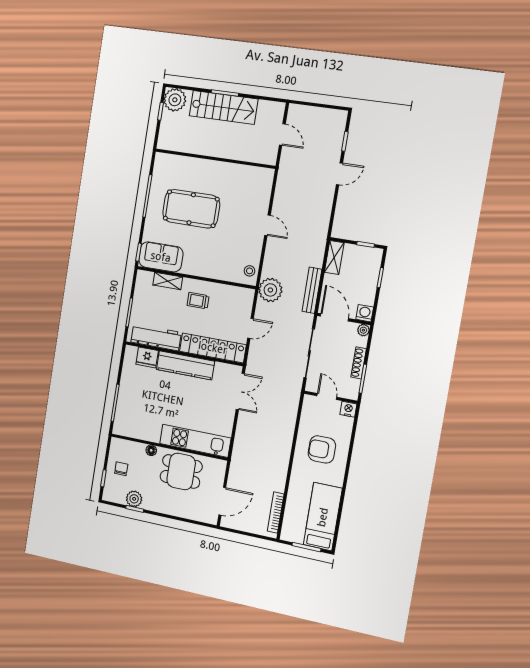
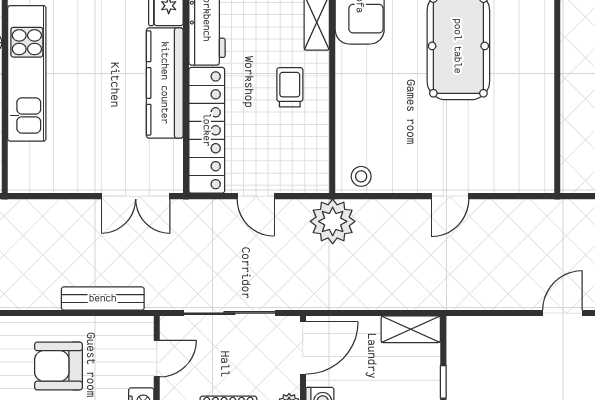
door: (339, 174) -> (562, 313), swing flipped
bench: (312, 290) -> (103, 298), moved
kitchen unit: (195, 441) -> (27, 73), moved
armchair: (322, 449) -> (58, 366), turned -90

